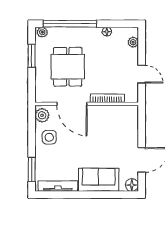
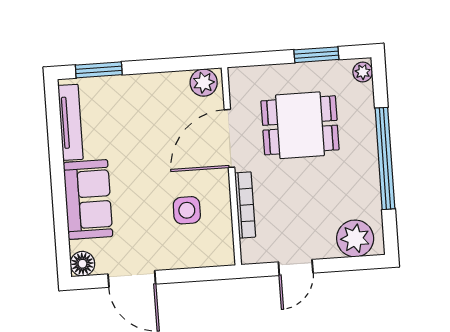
window: (70, 24) -> (385, 158), moved
floor lamp: (107, 32) -> (372, 195), removed
plant: (133, 42) -> (355, 238), width x1.87, depth x1.87
side table: (49, 137) -> (187, 210), moved

